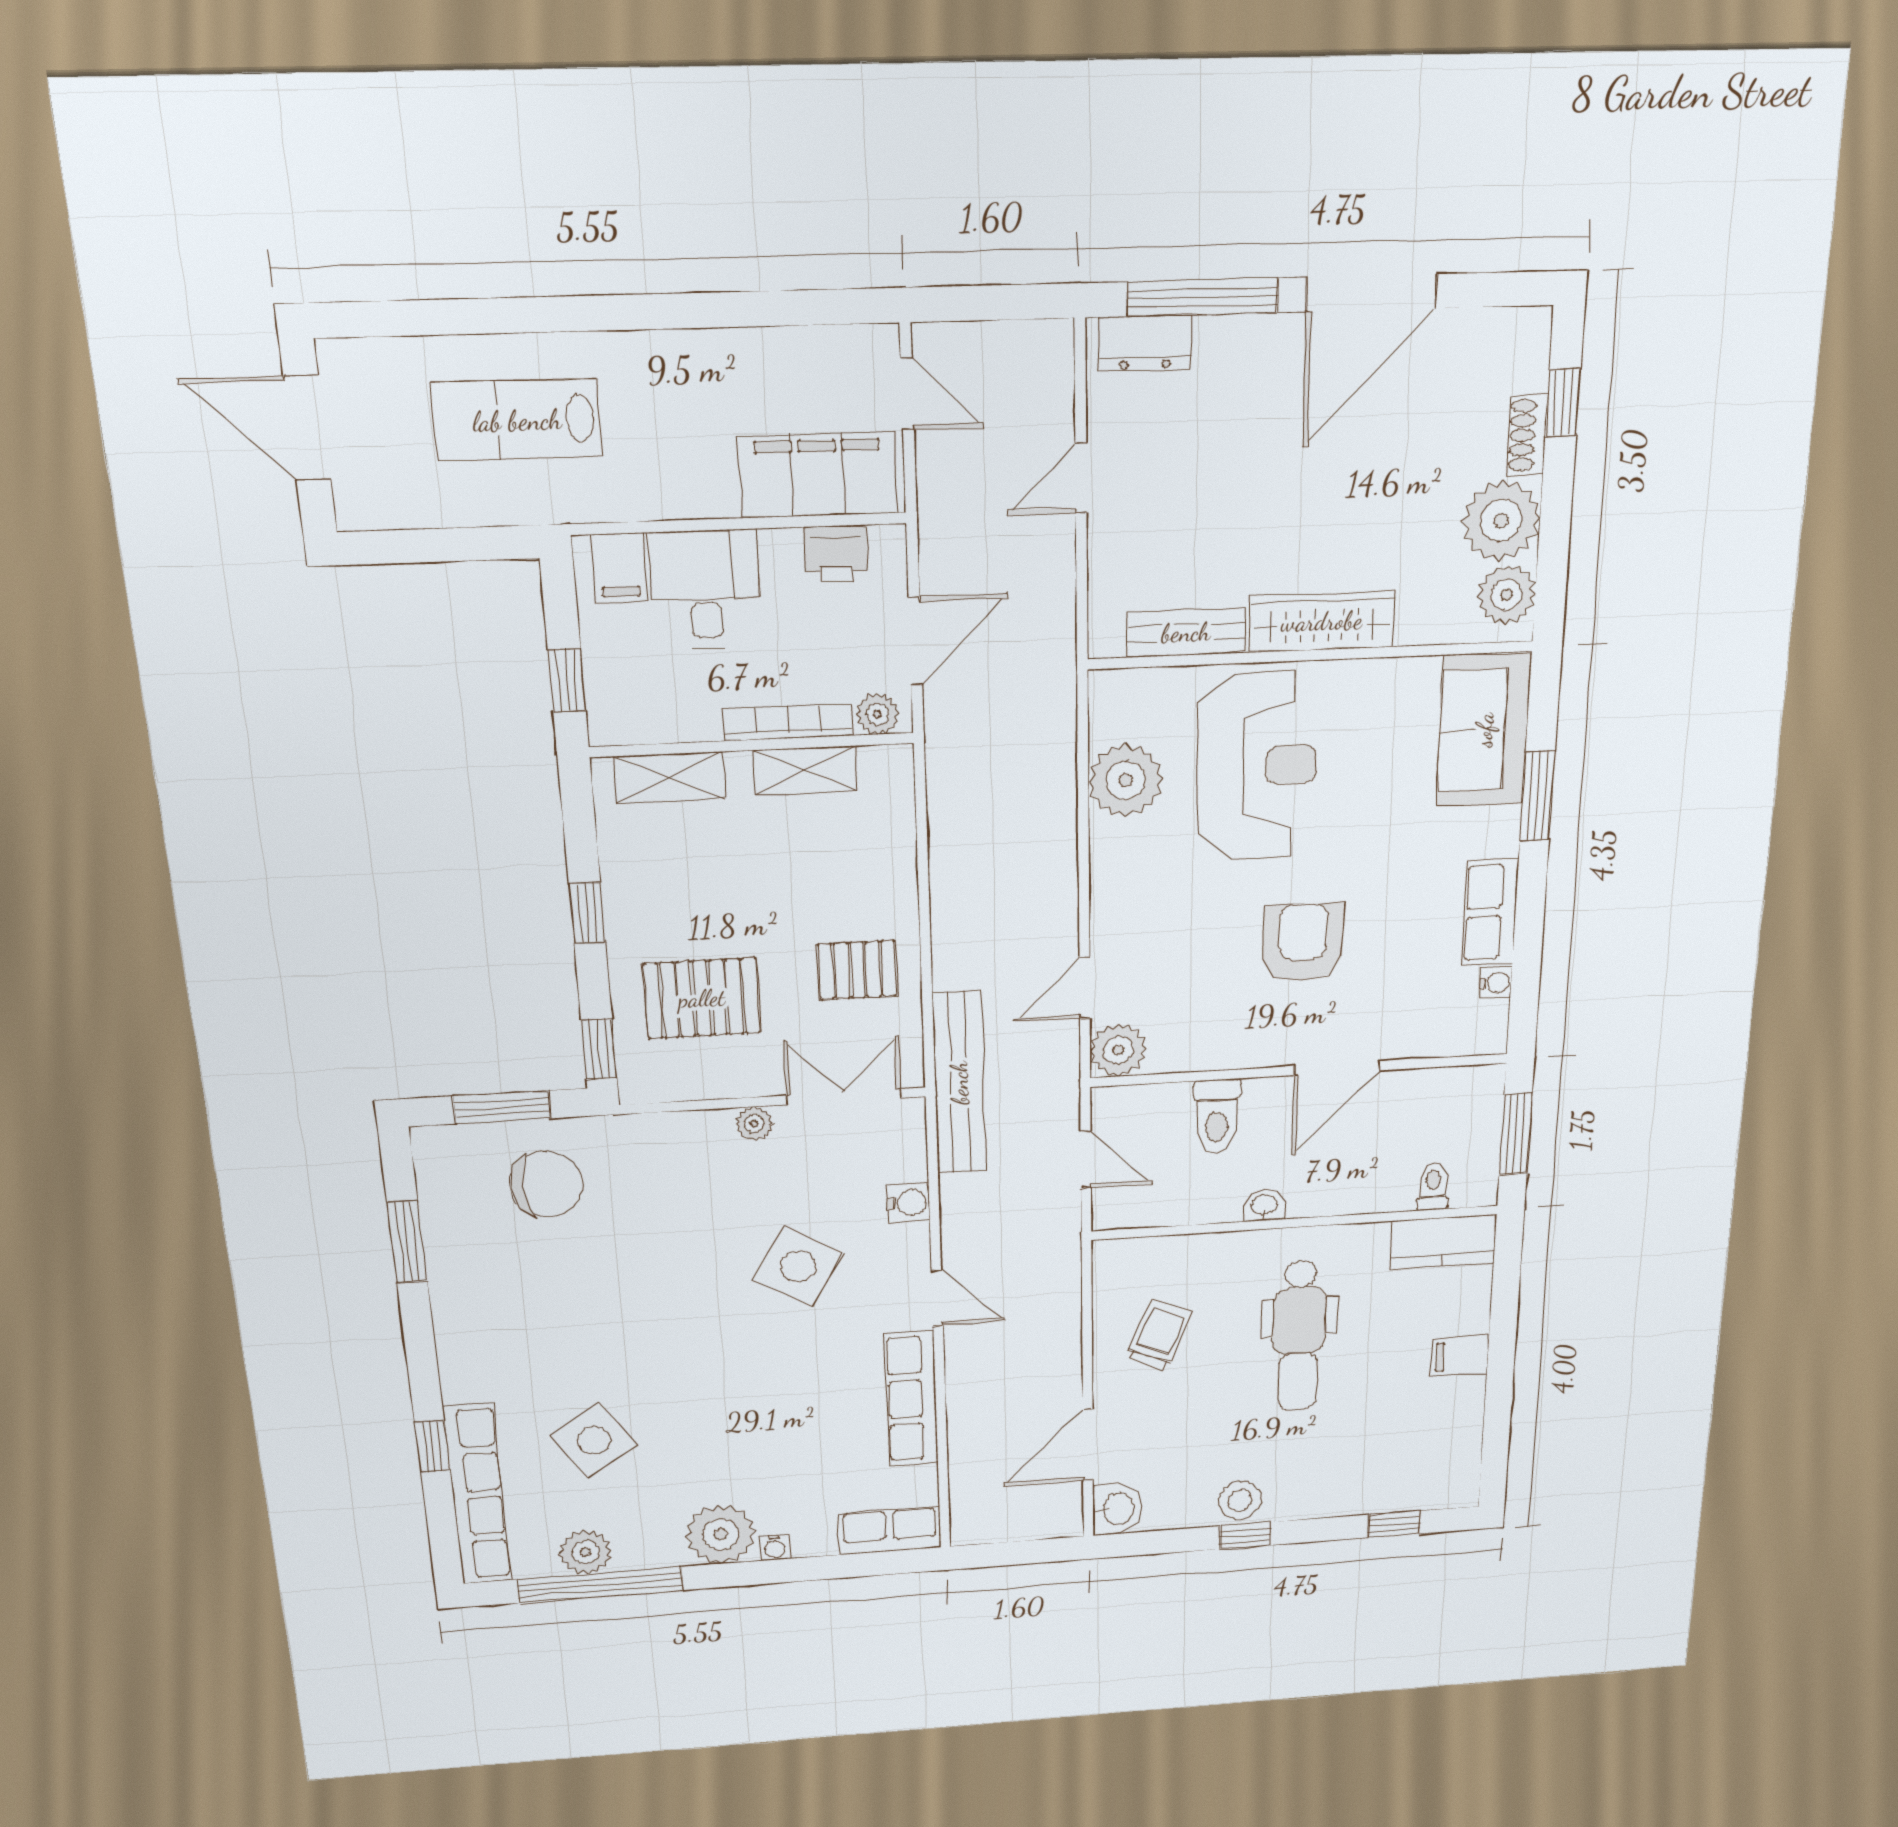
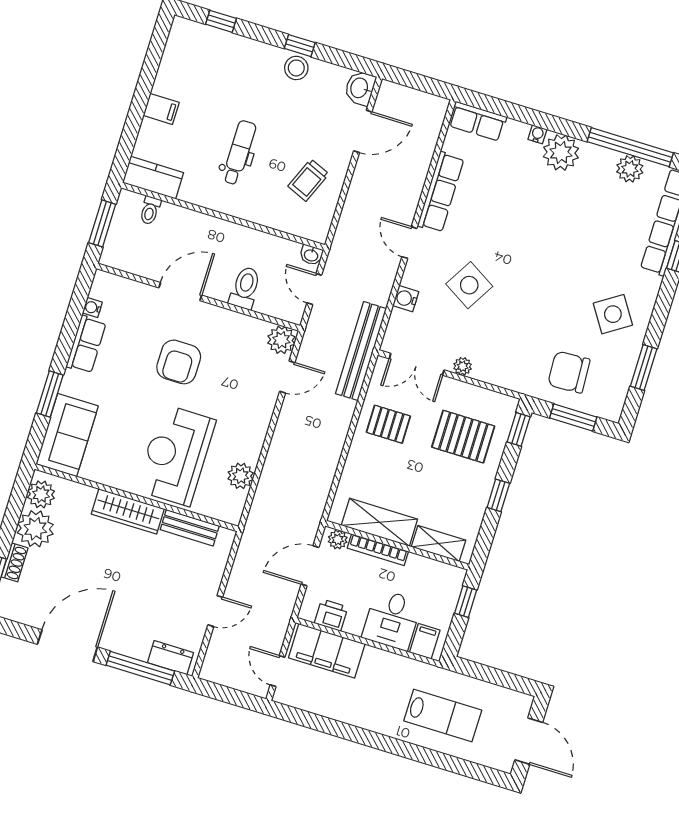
shelving: (805, 770) -> (379, 522), width x1.50, depth x1.33
plant: (1126, 780) -> (241, 476), width x0.73, depth x0.73
washbasin: (1264, 1205) -> (311, 255), moved
dental chair: (1299, 1336) -> (239, 153), width x0.73, depth x0.72
side table: (594, 1441) -> (613, 314), moved

